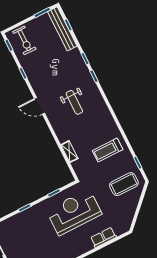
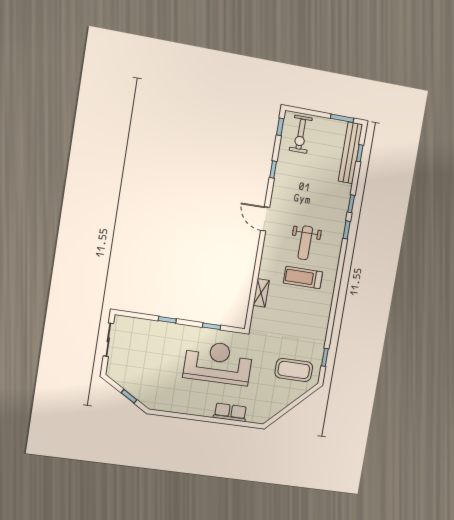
treadmill: (108, 150) -> (303, 278), moved

